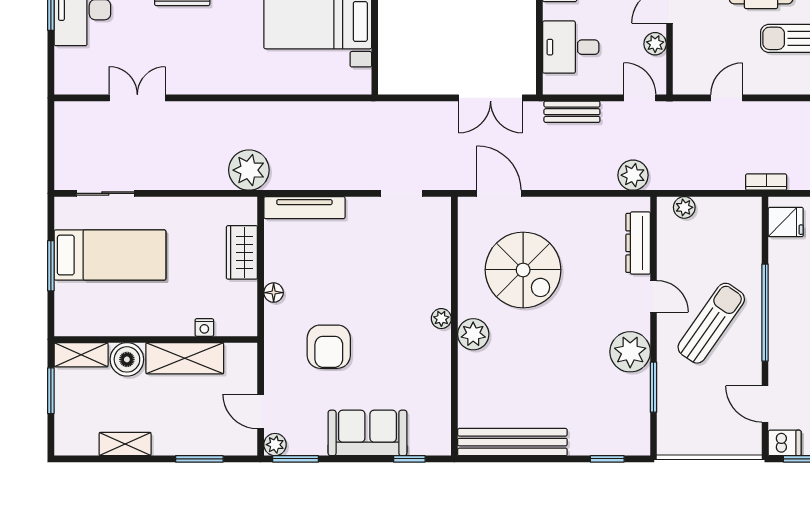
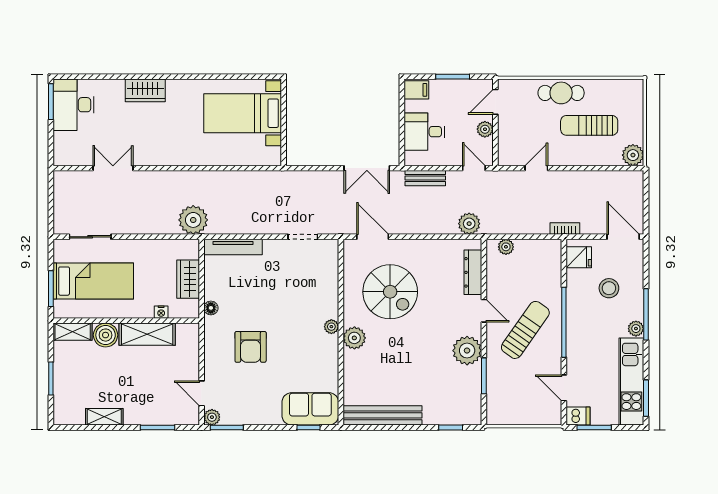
nightstand: (204, 327) -> (161, 312), moved
wall: (156, 339) -> (126, 321), moved
shelving: (81, 355) -> (73, 332), moved
shelving: (185, 358) -> (147, 334), moved
boiler: (127, 359) -> (106, 335), moved
sofa: (367, 433) -> (310, 409), moved

